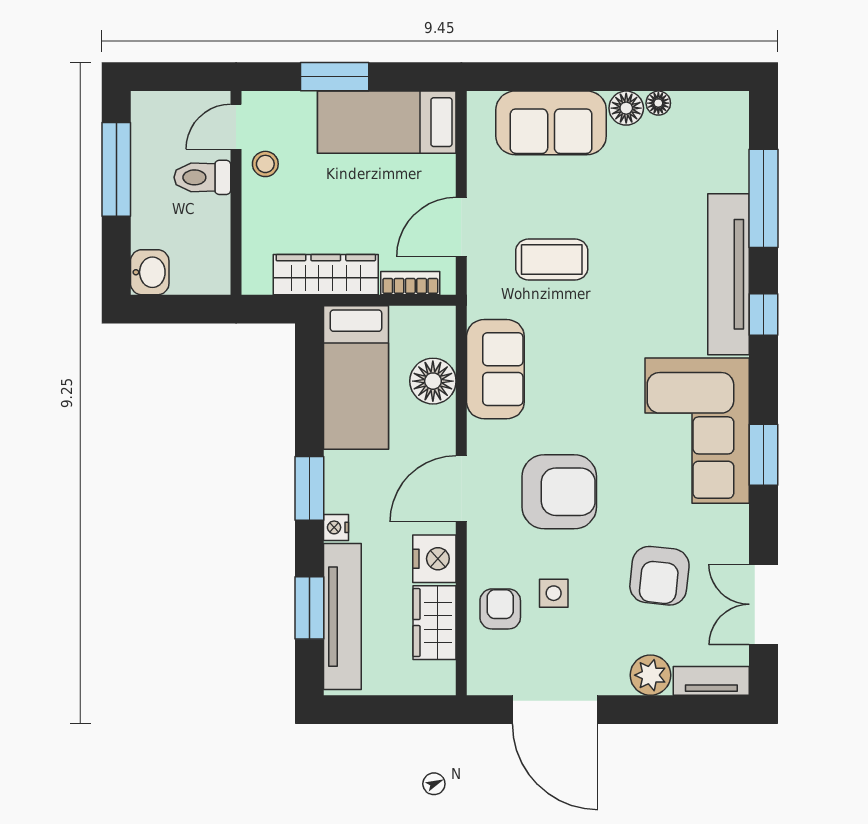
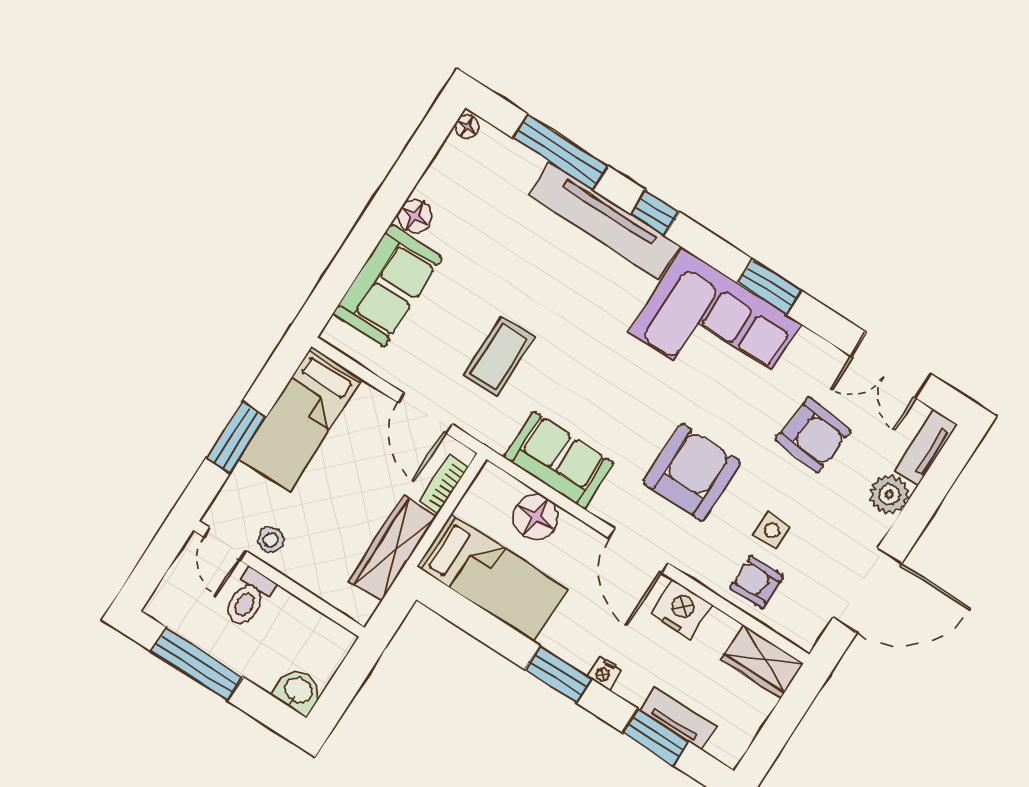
floor lamp: (658, 103) -> (467, 126), moved
tv unit: (342, 617) -> (678, 718), width x0.52, depth x0.78
wardrobe: (434, 623) -> (762, 662), moved

